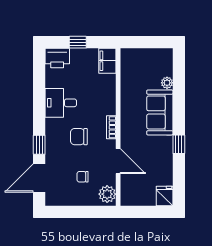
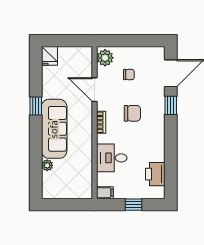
printer: (57, 58) -> (155, 174), moved, turned -90
filing cabinet: (107, 61) -> (105, 193), width x0.50
desk: (61, 103) -> (112, 158), moved, turned 180
sofa: (160, 112) -> (54, 129), width x1.36

